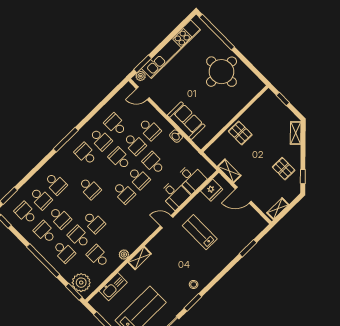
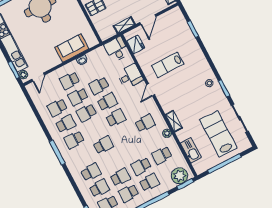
school desk: (149, 129) -> (70, 81), turned 180
school desk: (135, 144) -> (78, 97), turned 180
desk: (191, 178) -> (117, 49), moved, turned -90
school desk: (94, 222) -> (145, 123), moved

